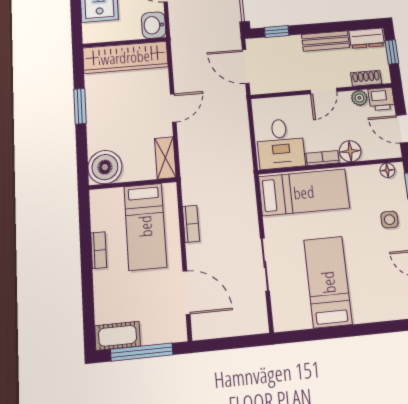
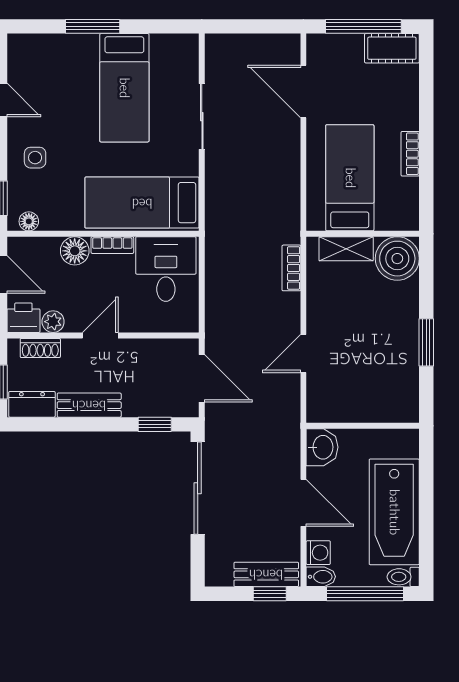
wardrobe: (125, 57) -> (363, 405), removed
door: (173, 108) -> (303, 353), moved
shelving: (165, 158) -> (346, 249), moved, turned 90
bookcase: (191, 224) -> (291, 268), moved
window: (359, 330) -> (93, 26), added

